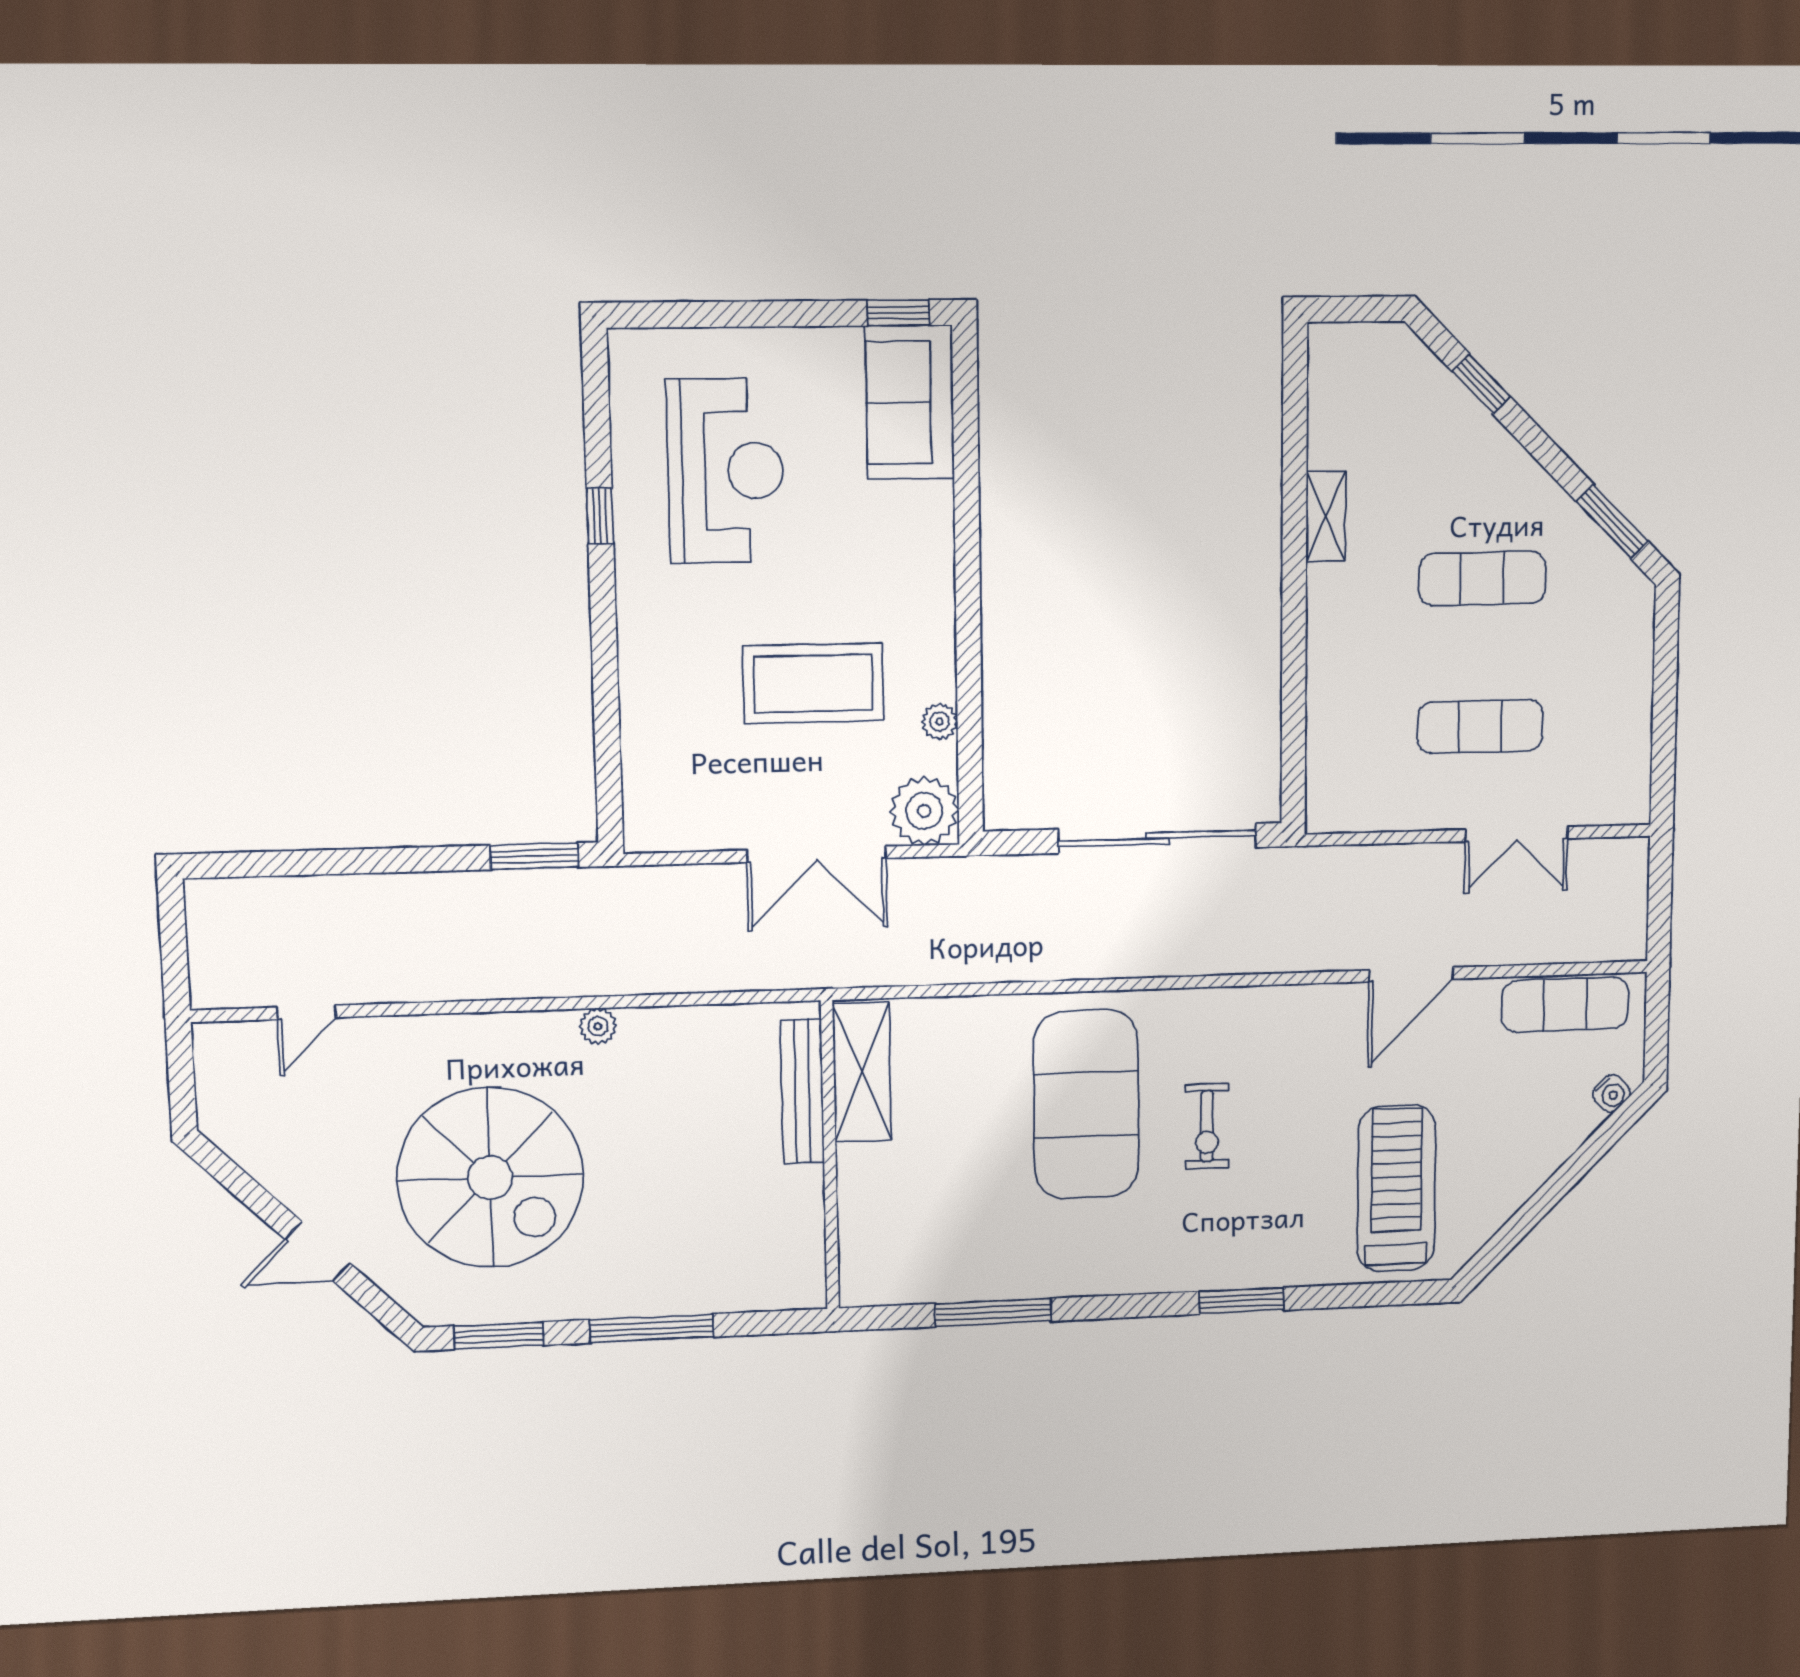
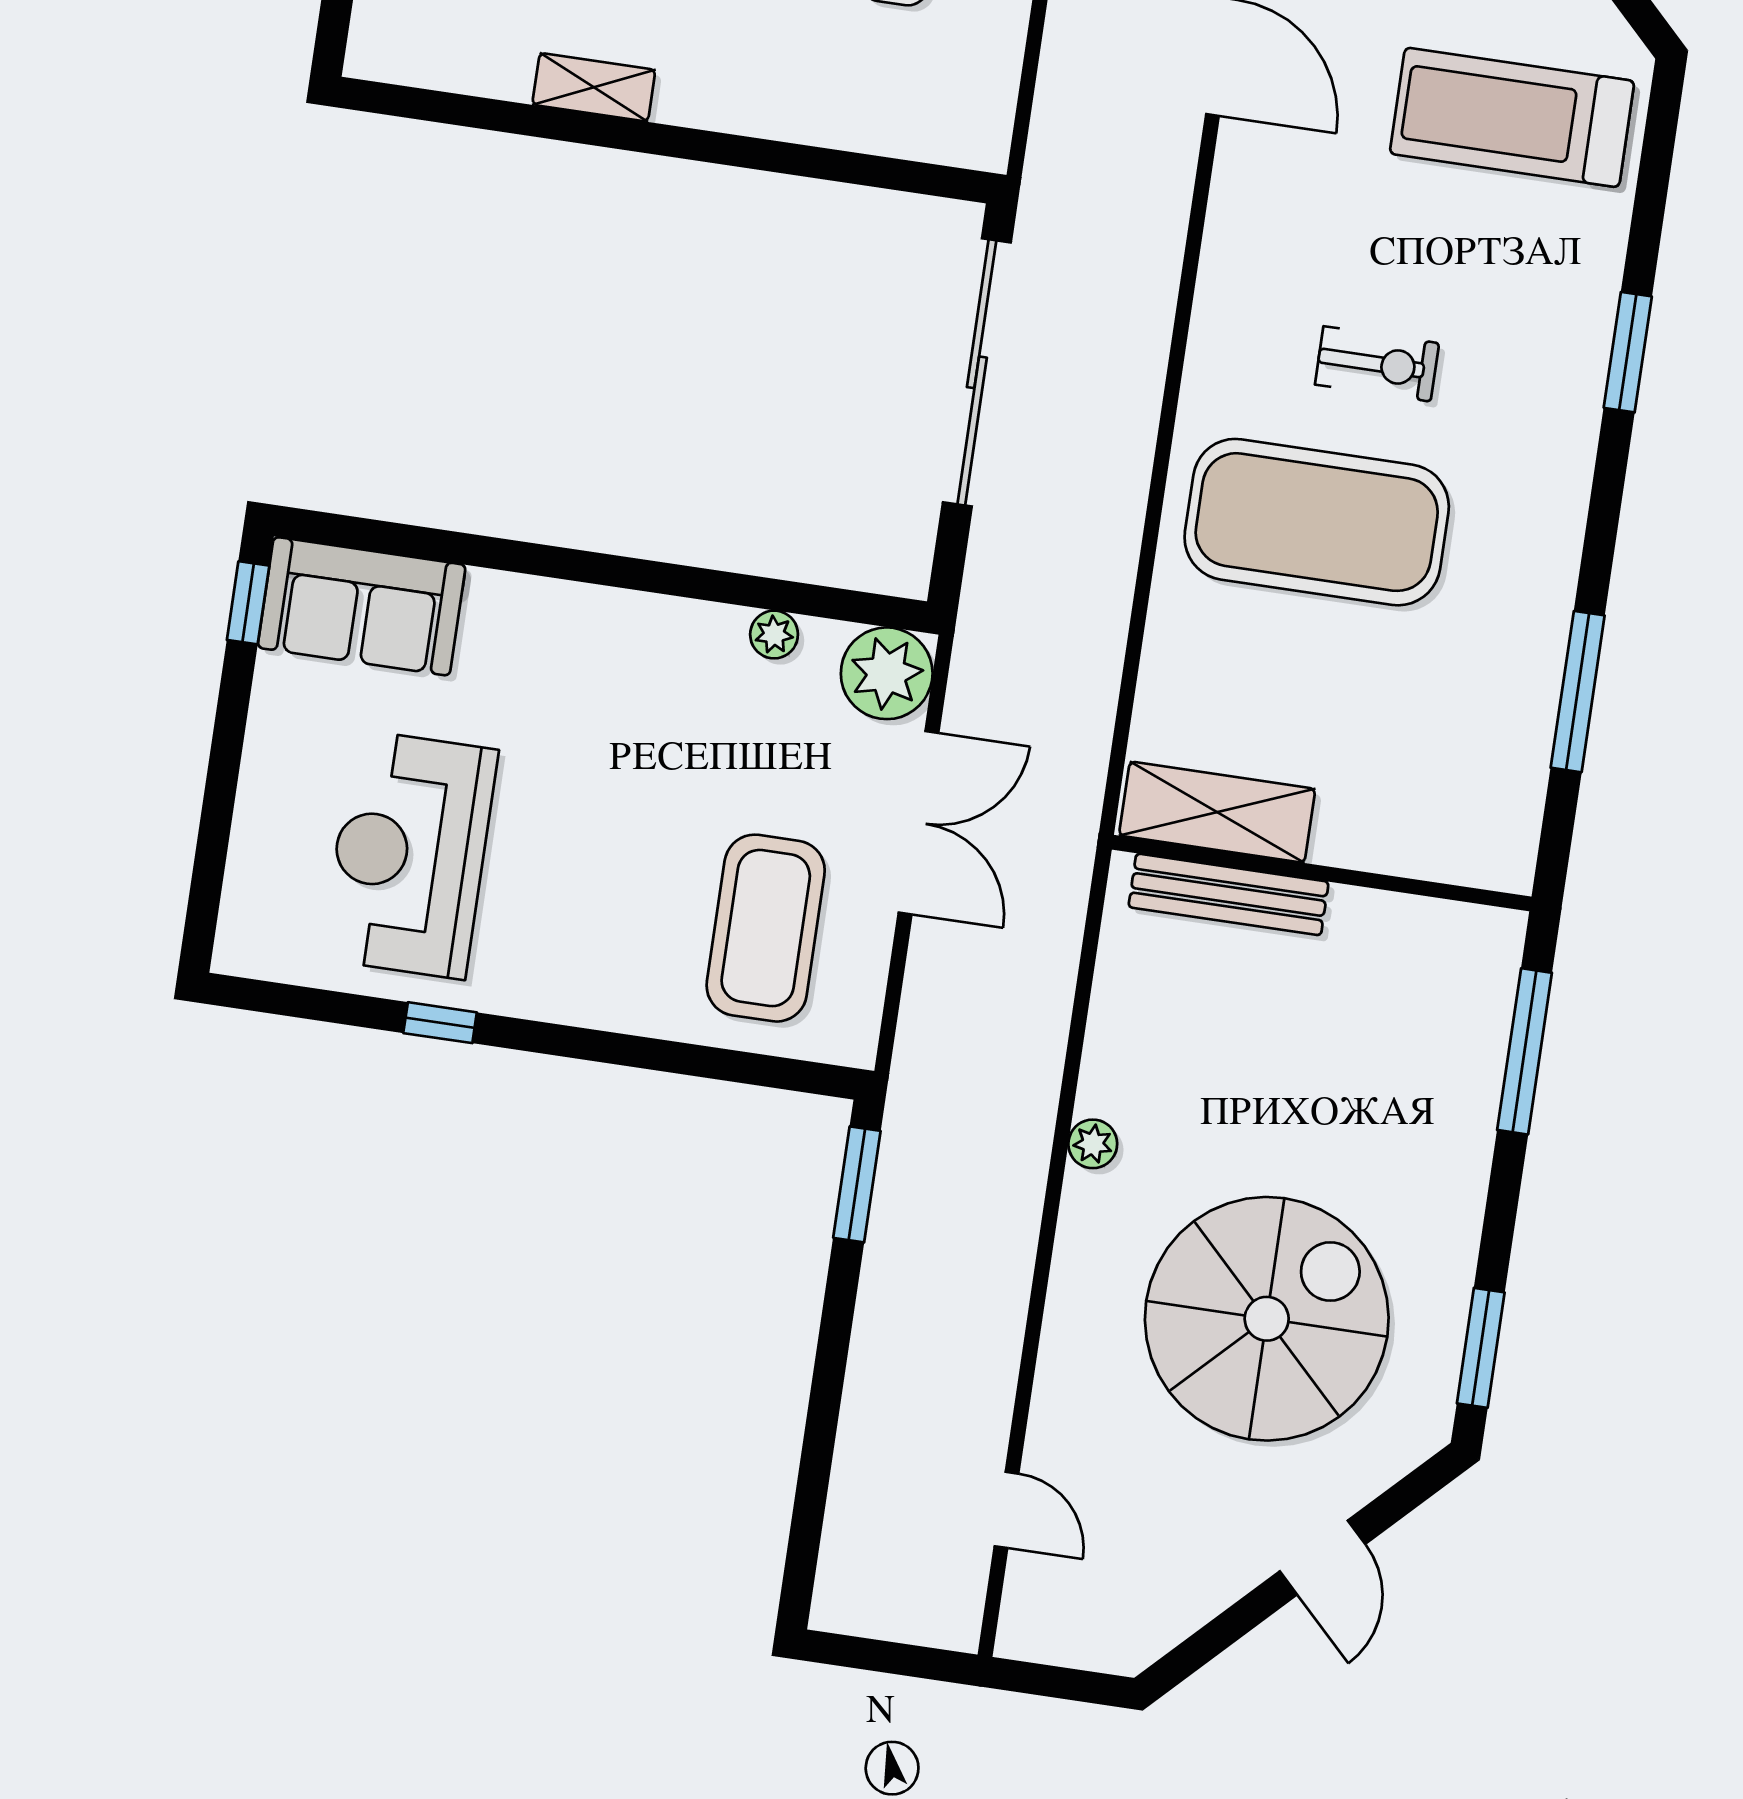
reception desk: (726, 471) -> (410, 854), turned -90
coffee table: (813, 683) -> (766, 928), moved
window: (652, 1328) -> (1525, 1051), moved

